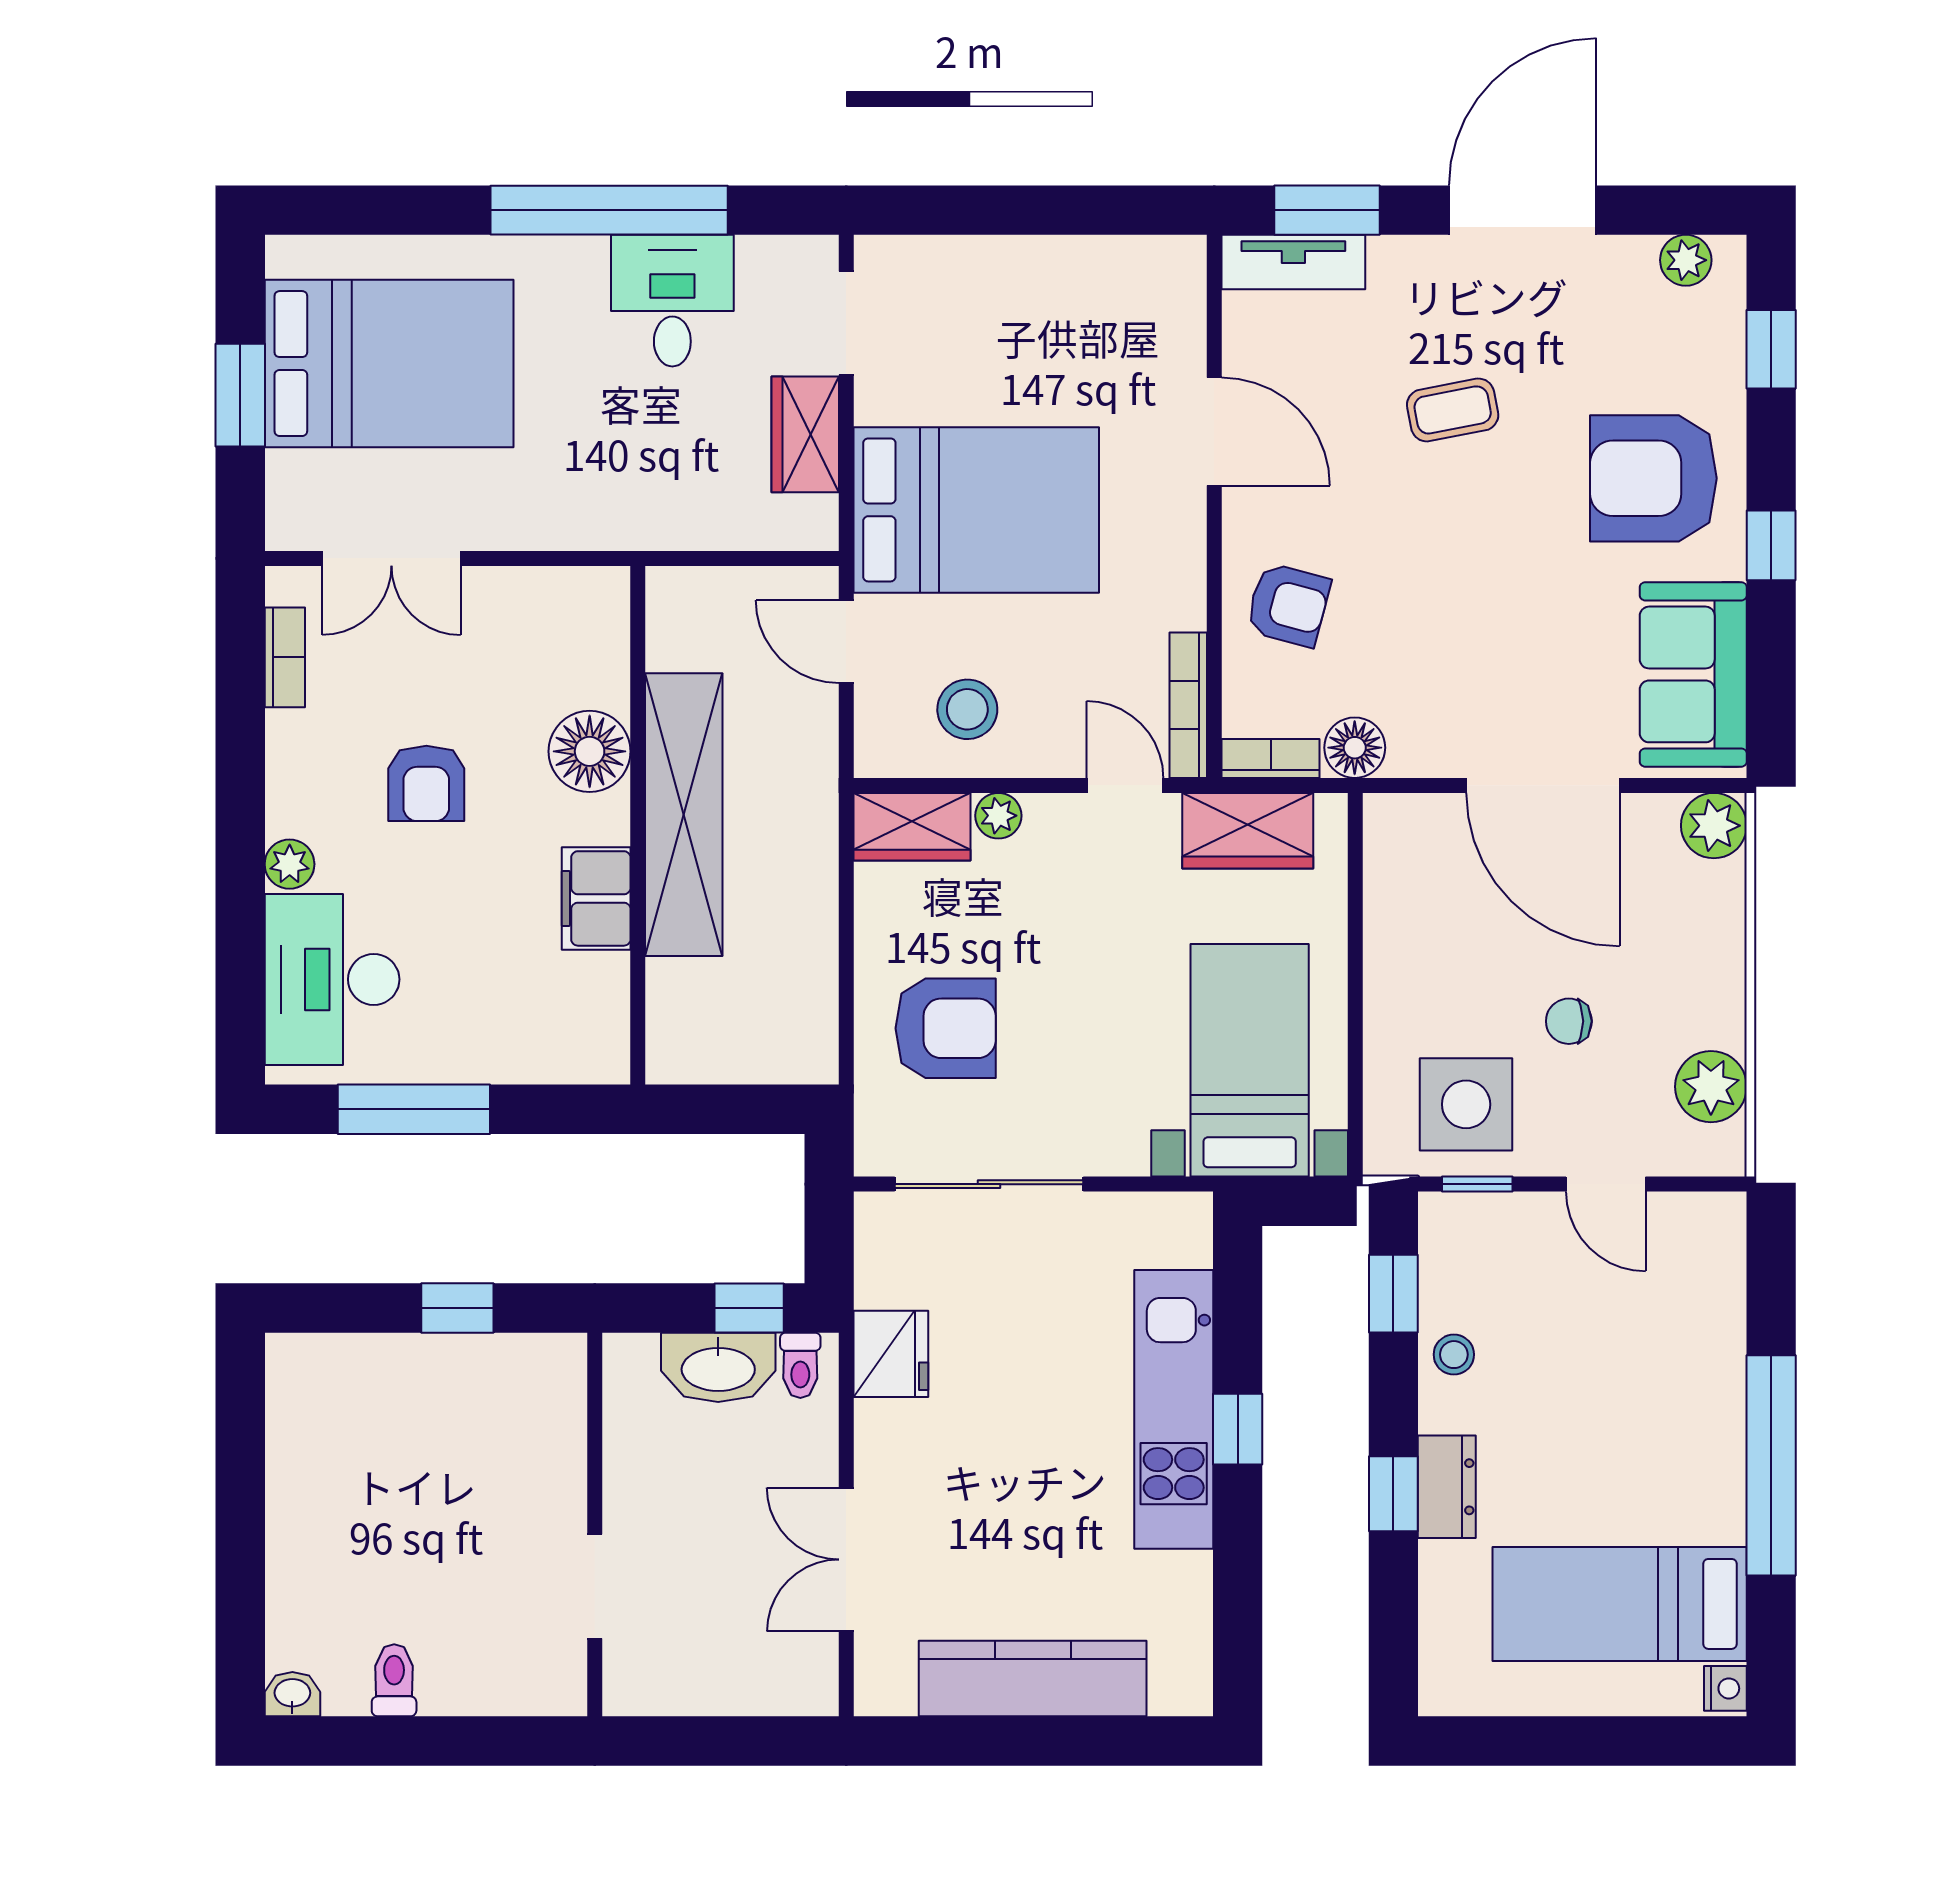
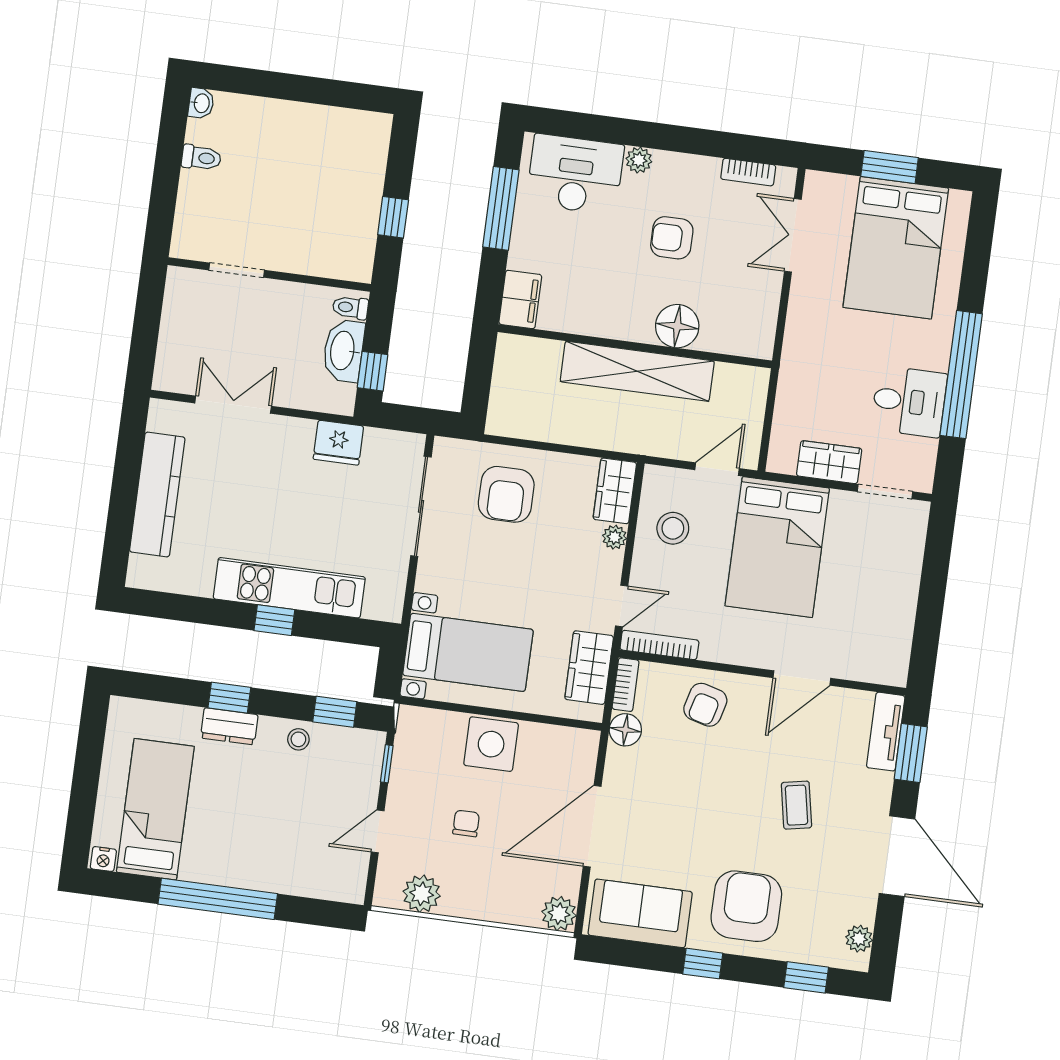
filing cabinet: (596, 898) -> (520, 299), moved, turned 90
side table: (1466, 1104) -> (491, 744), moved
toilet: (800, 1365) -> (350, 308), moved

